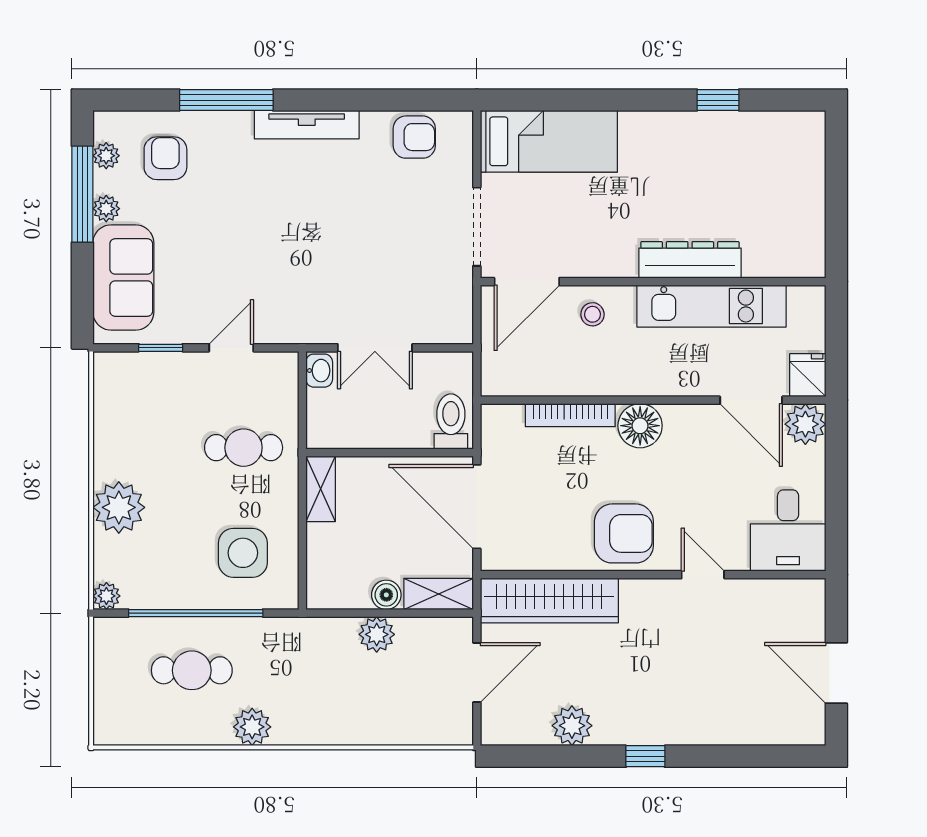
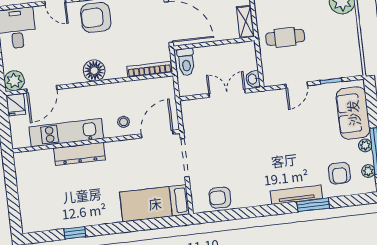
window: (226, 100) -> (313, 205), width x0.69
tv unit: (307, 125) -> (296, 195), moved
door: (751, 400) -> (42, 89), swing flipped
bookcase: (570, 415) -> (149, 69), moved

